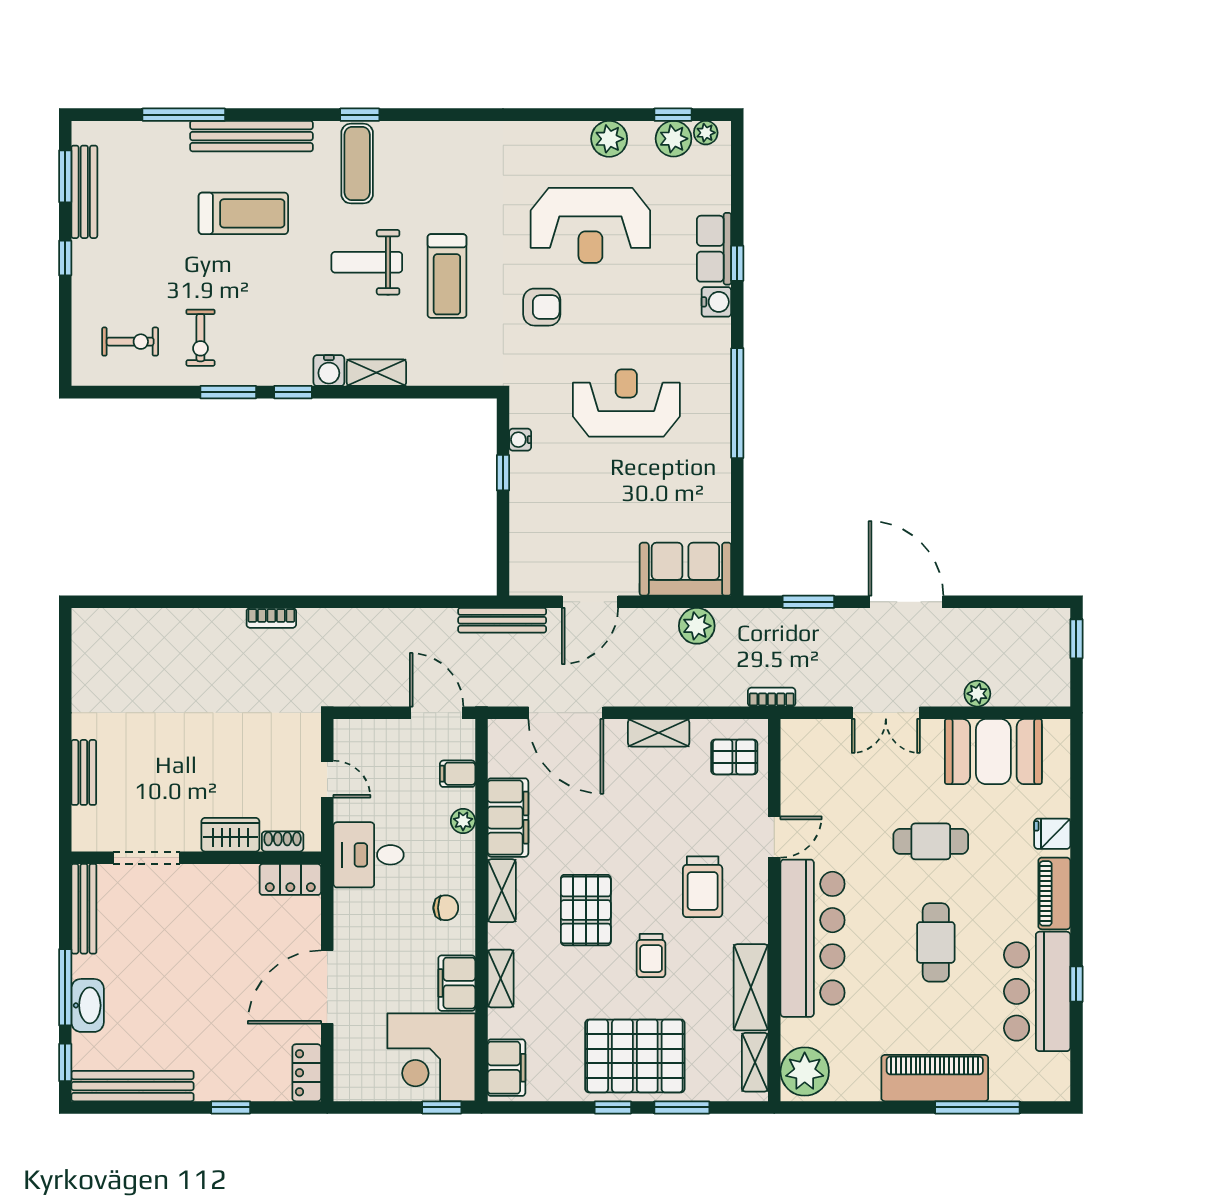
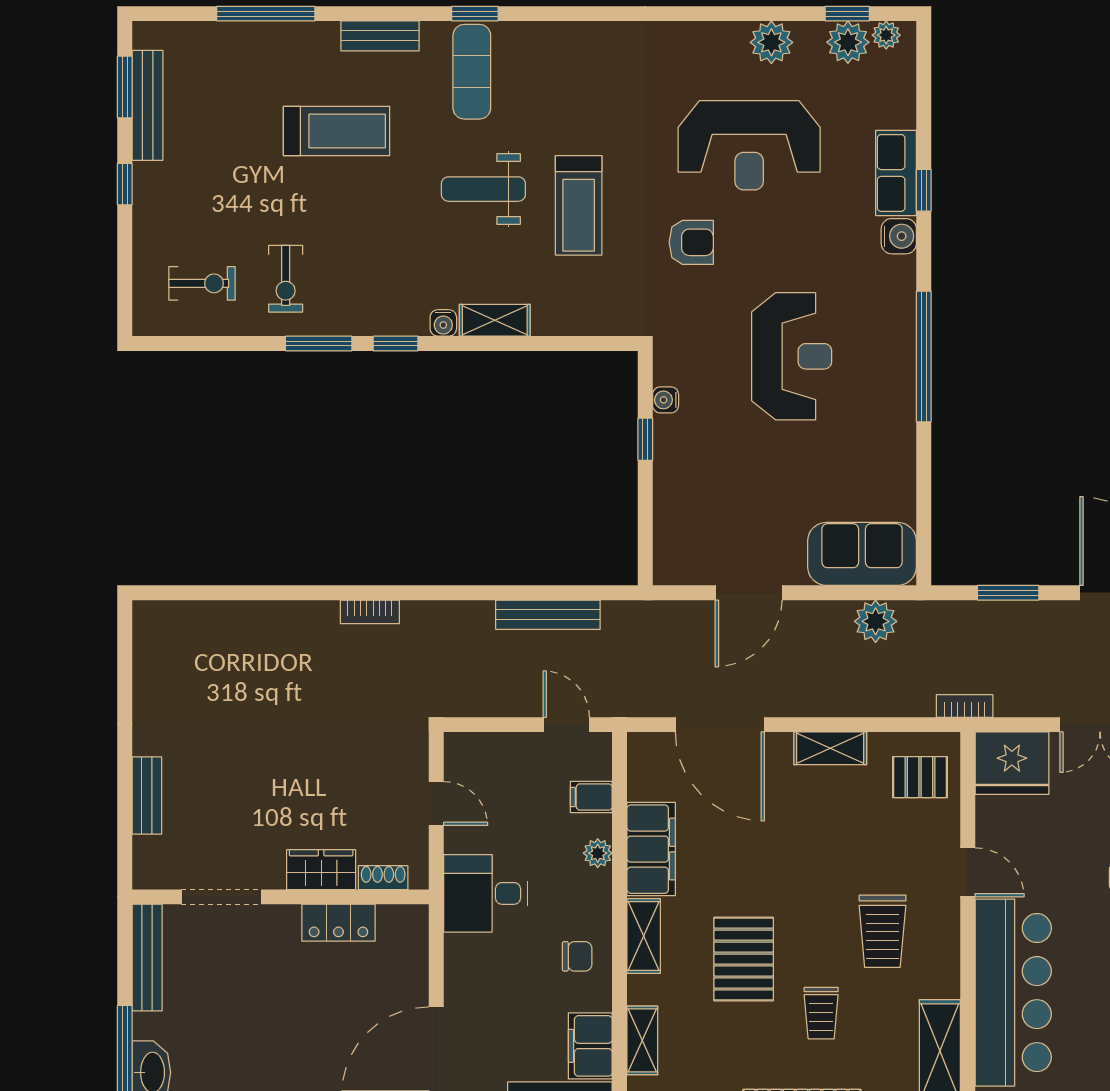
bench: (251, 136) -> (380, 36), width x0.54, depth x0.82
water cooler: (329, 371) -> (443, 323), width x0.72, depth x0.72
reception desk: (626, 403) -> (792, 356), turned 90
bench: (502, 620) -> (548, 615), moved
door: (437, 713) -> (566, 725), width x0.73
fridge: (812, 745) -> (1012, 763), added
door: (774, 837) -> (968, 872), hinge flipped
locker: (290, 879) -> (338, 923), moved

